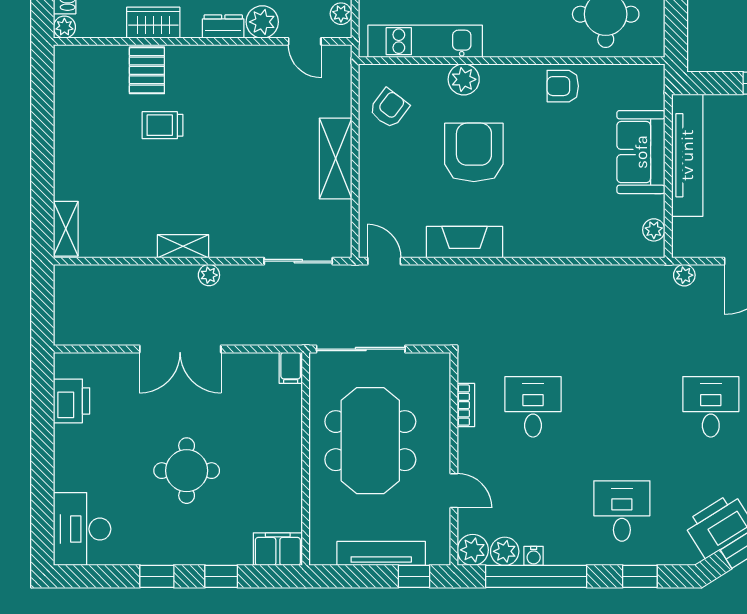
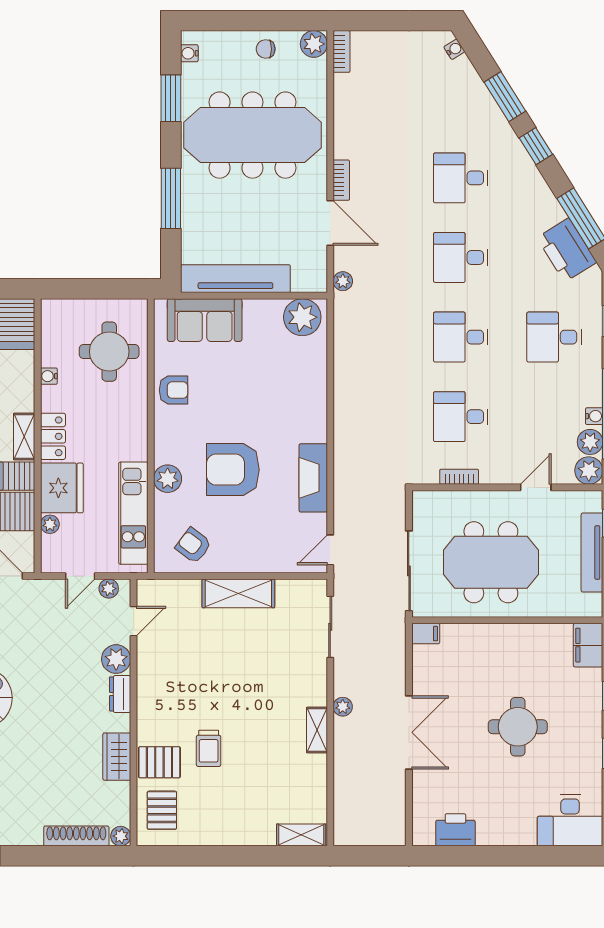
pallet: (93, 73) -> (162, 810), added
armchair: (563, 86) -> (174, 390), turned -90
sofa: (641, 152) -> (205, 320), moved
plant: (654, 230) -> (302, 317), width x1.87, depth x1.87
desk: (622, 407) -> (461, 337), added

